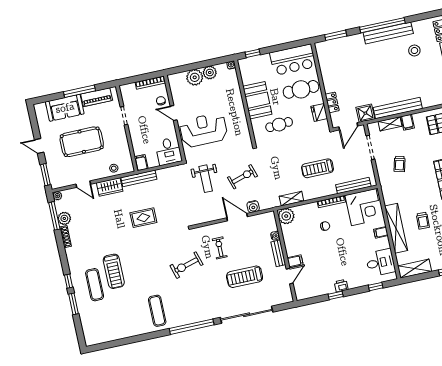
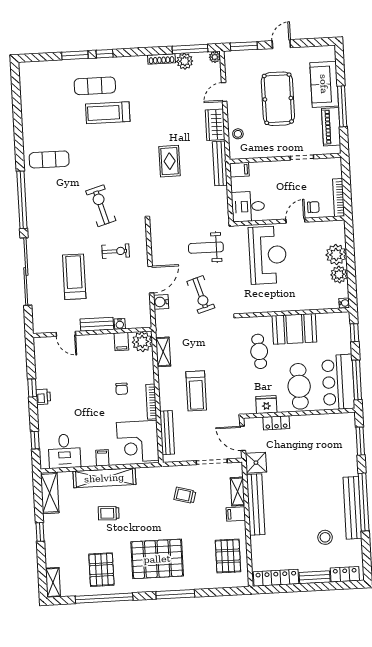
window: (289, 46) -> (357, 380), added
treadmill: (318, 168) -> (196, 391), turned 180
filing cabinet: (295, 261) -> (121, 342), moved

